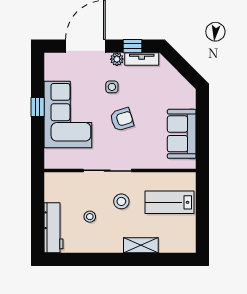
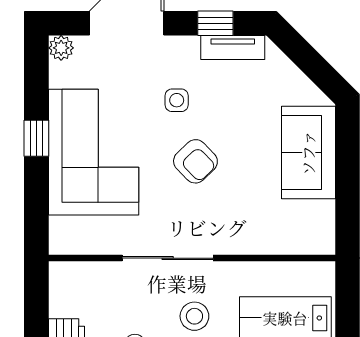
plant: (117, 59) -> (61, 48), moved
armchair: (122, 119) -> (195, 161), turned 63
sofa: (182, 134) -> (308, 153), moved

